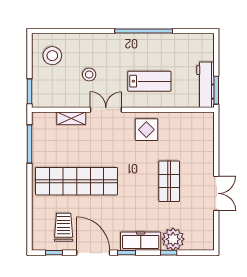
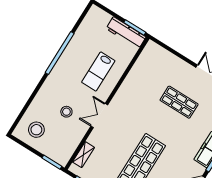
lab bench: (149, 81) -> (98, 72), turned 180
shelving: (71, 118) -> (83, 155), moved
display table: (146, 130) -> (132, 95), removed

